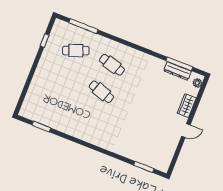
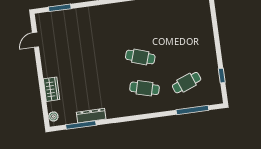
dresser: (178, 71) -> (91, 116), moved
door: (186, 131) -> (36, 40), moved

